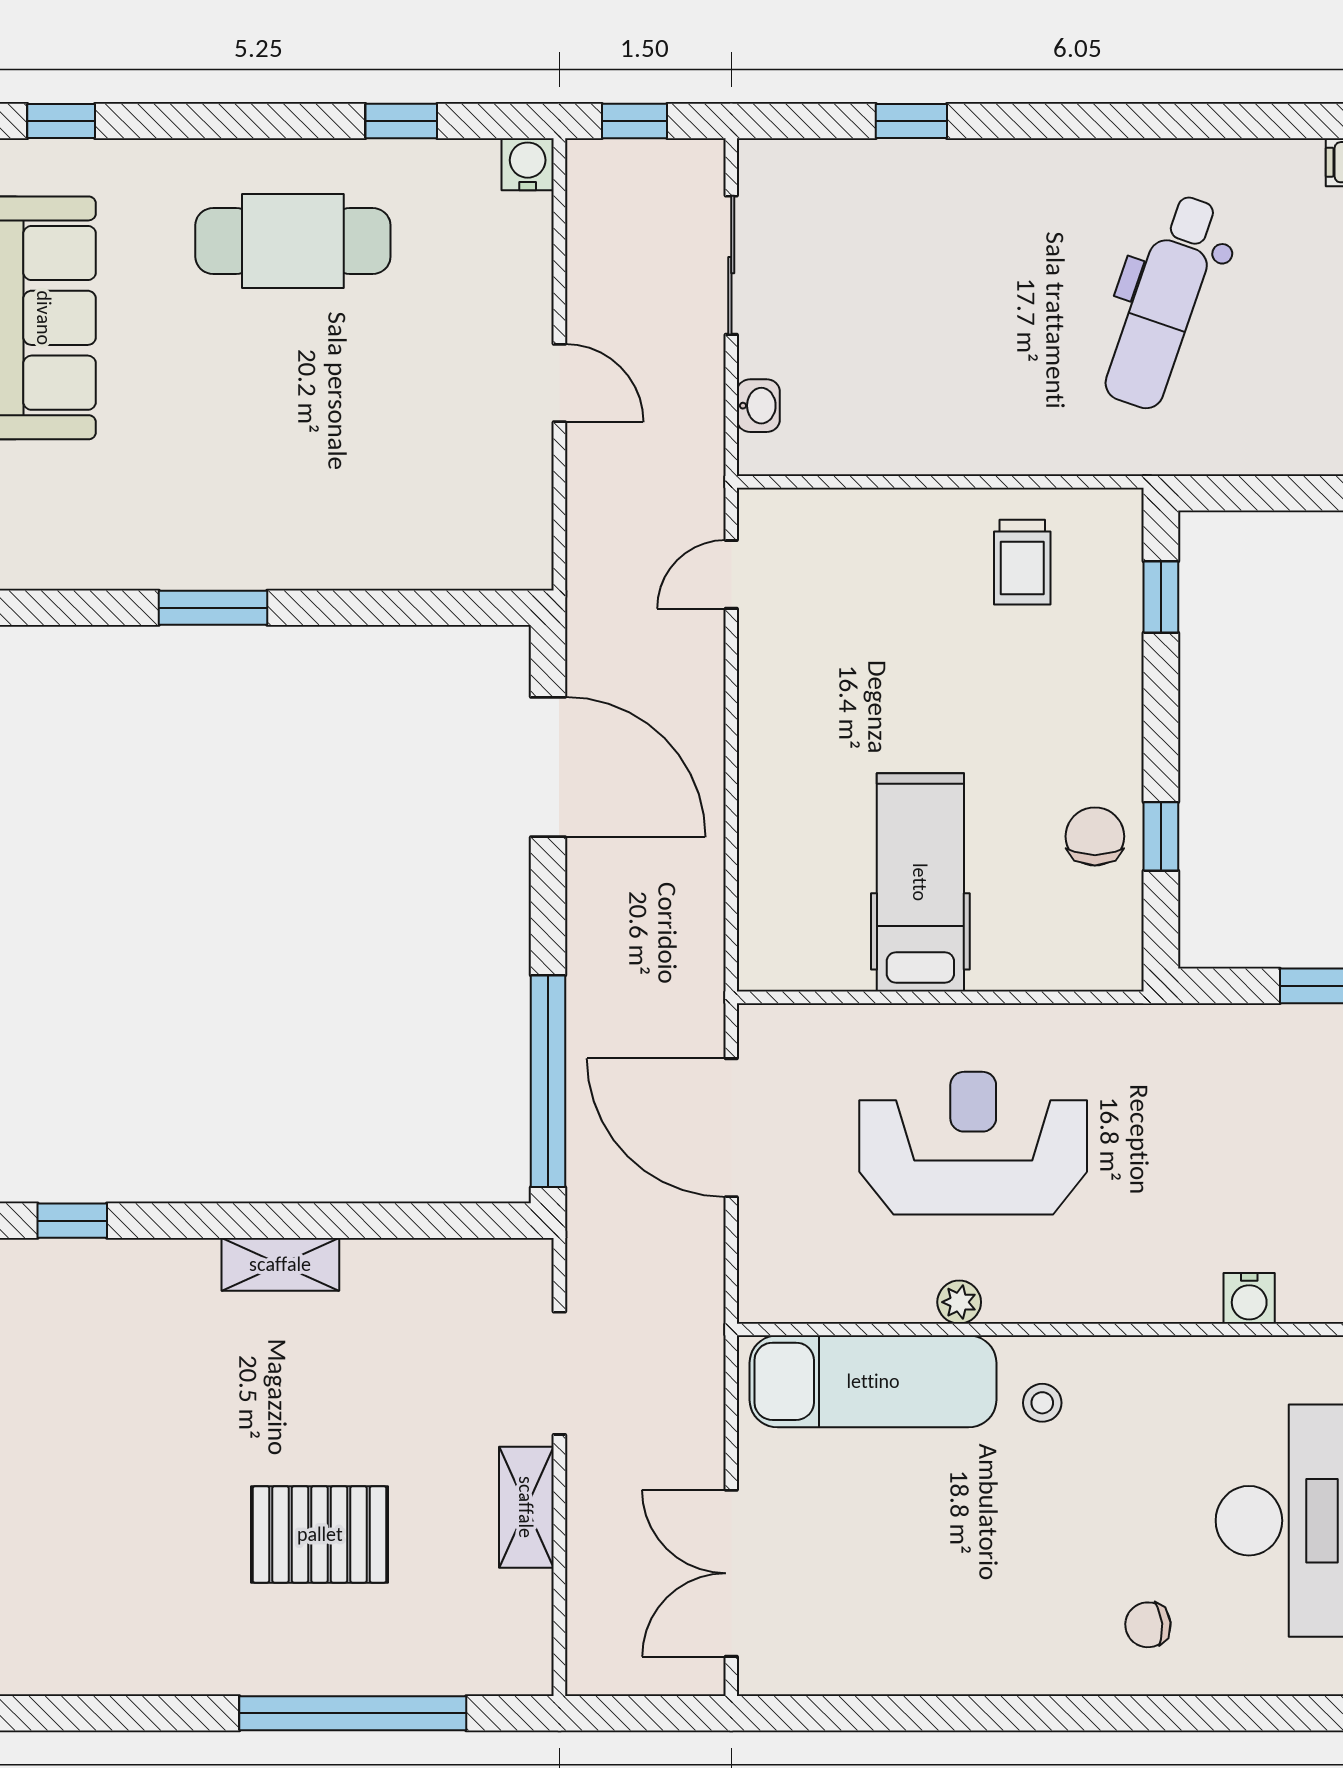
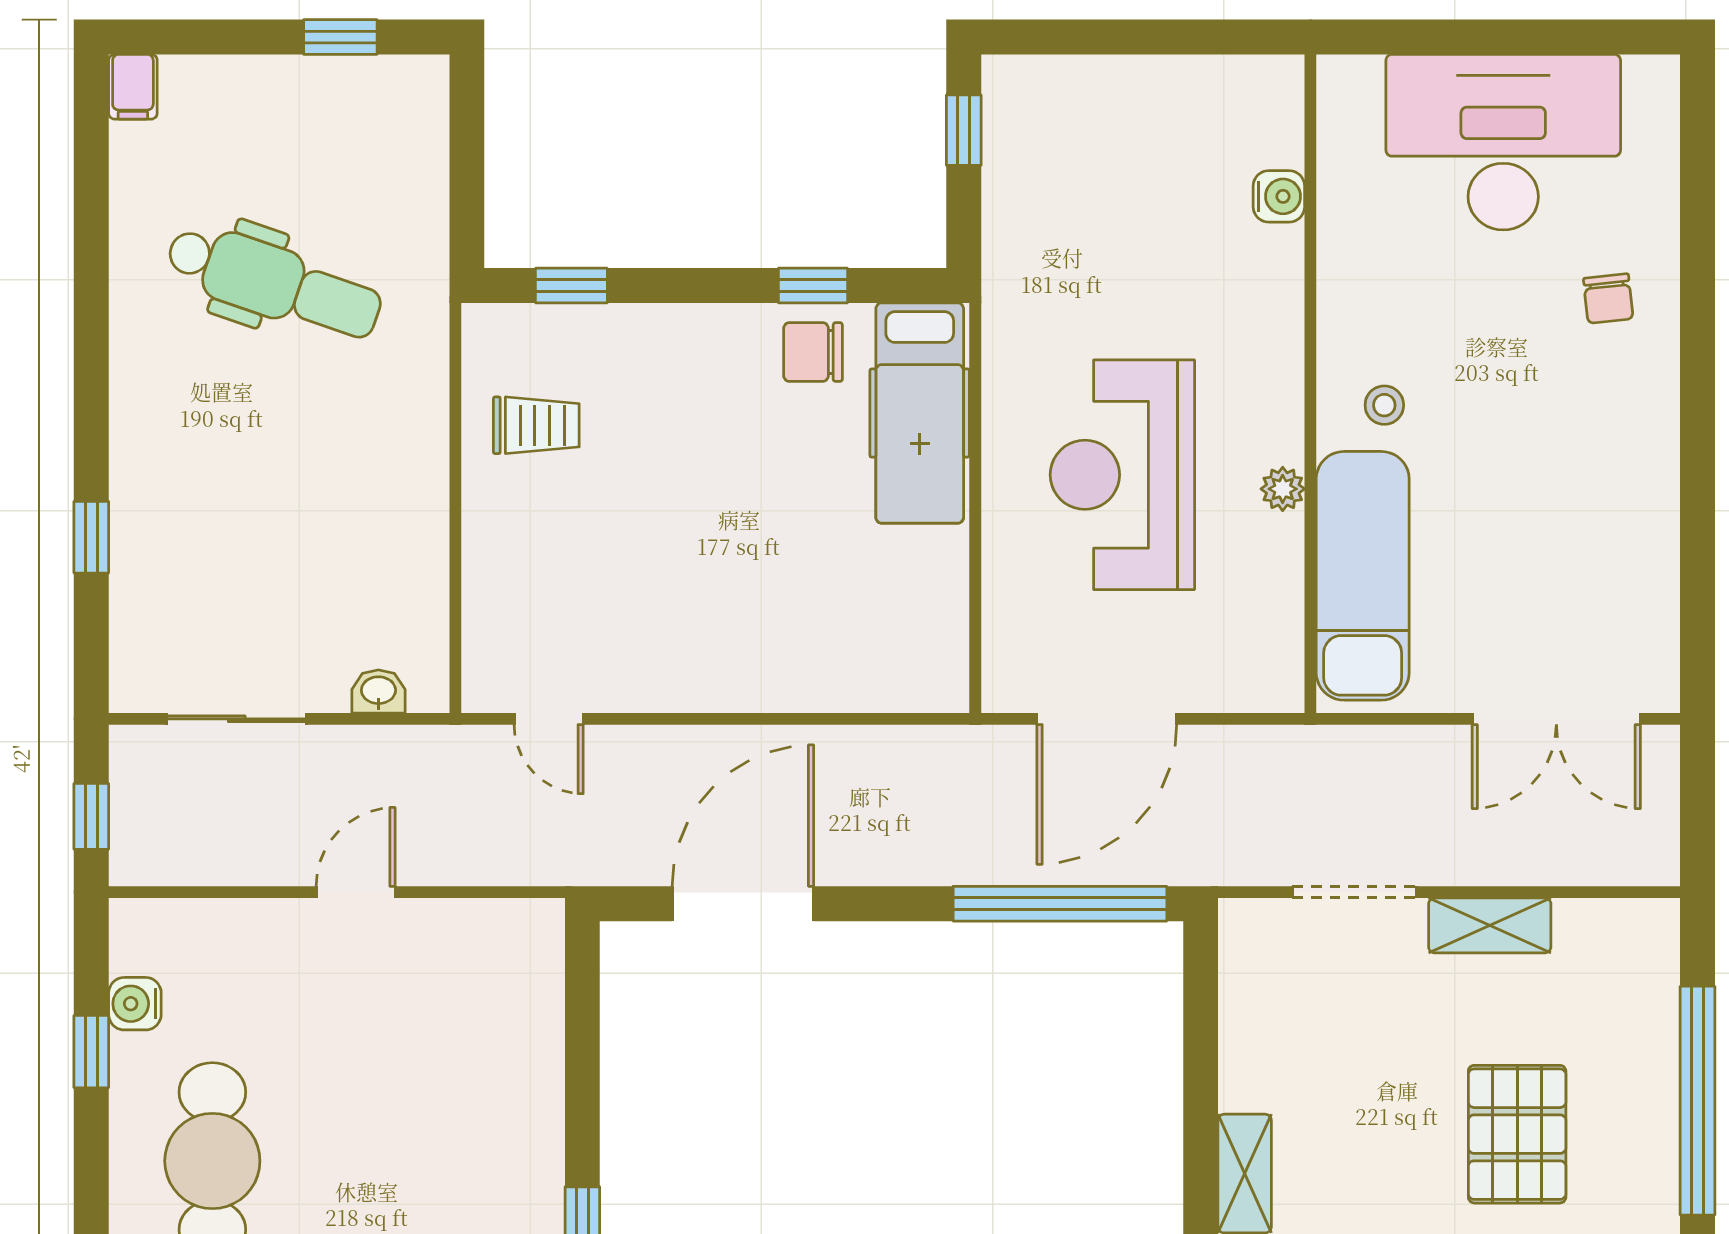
water cooler: (528, 164) -> (135, 1004), moved
hospital bed: (920, 882) -> (920, 413), moved, turned -90

